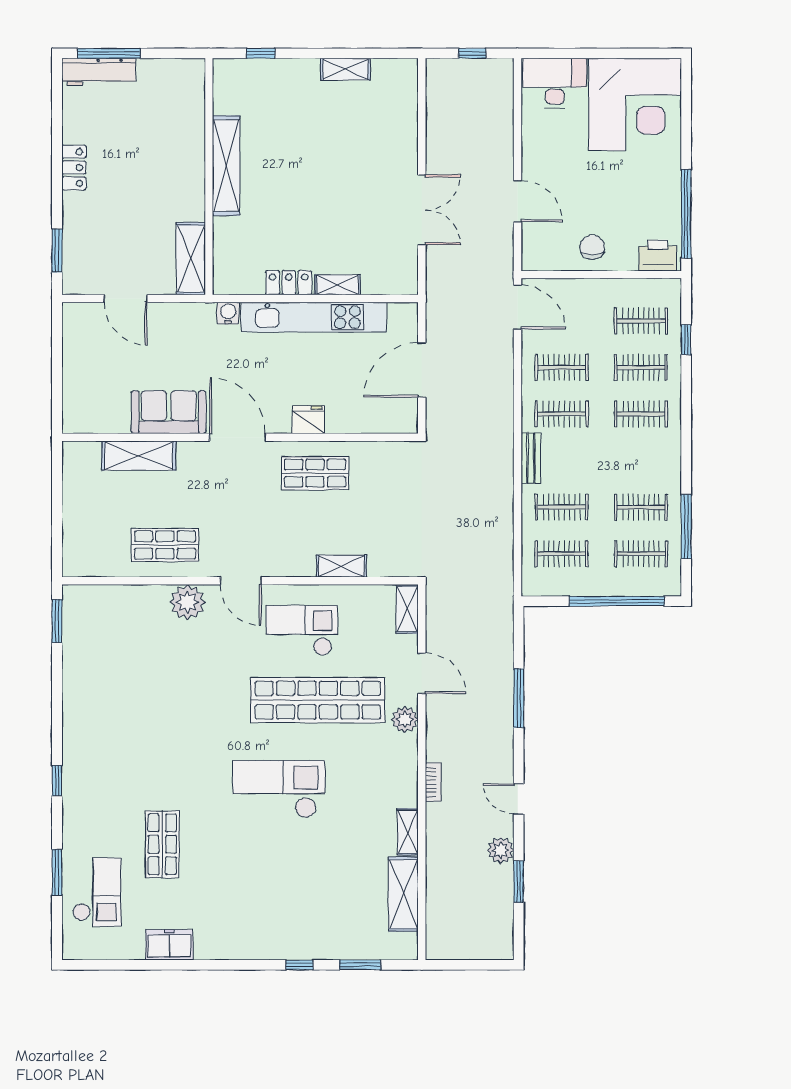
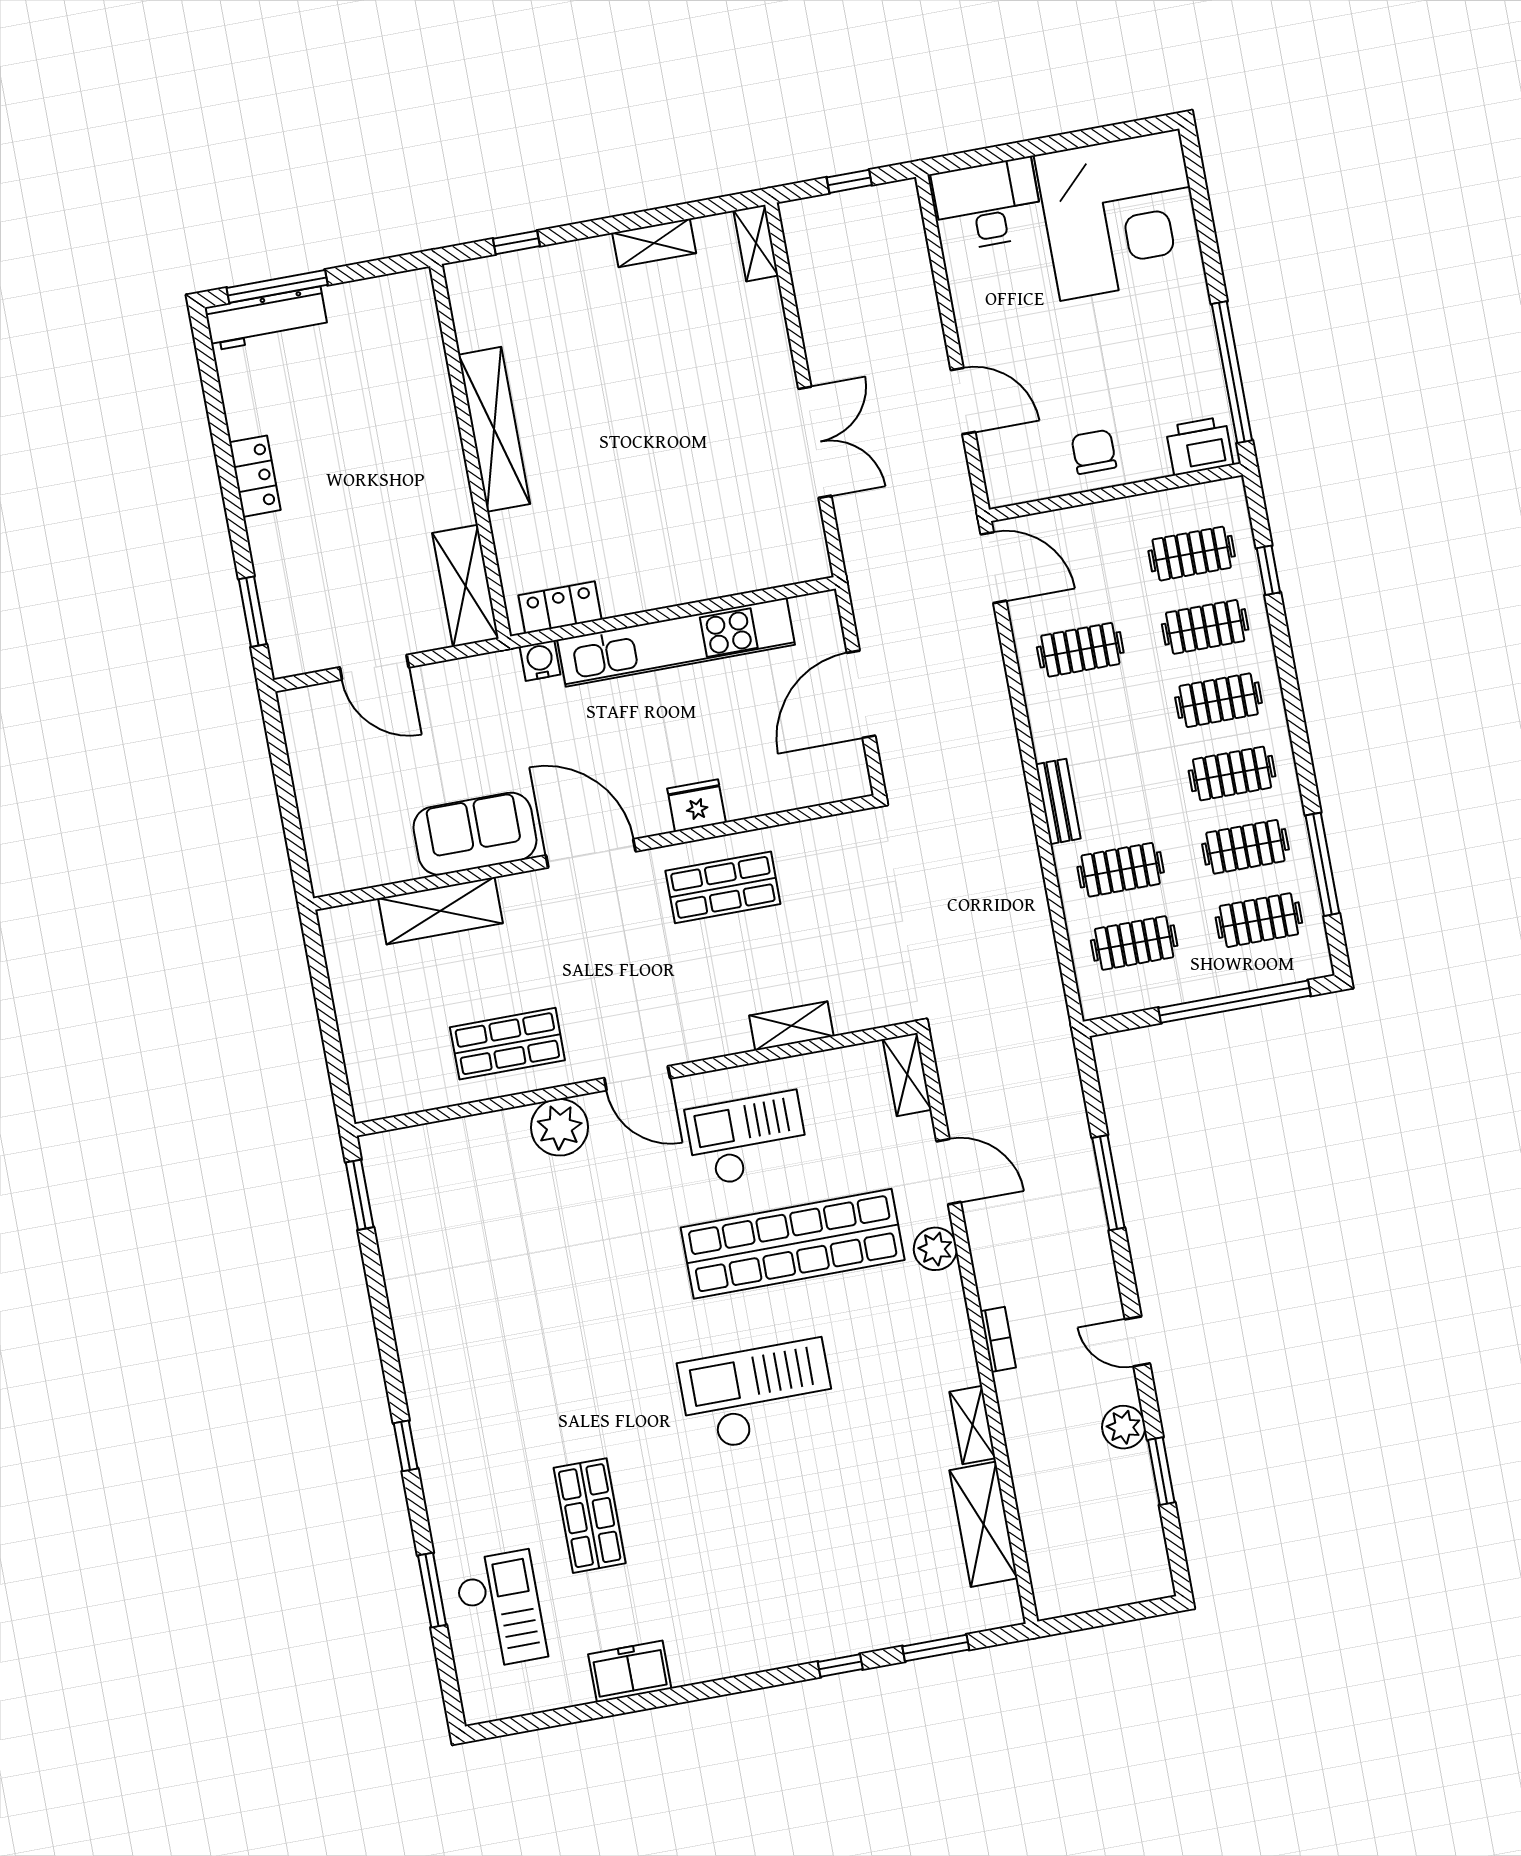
locker: (289, 283) -> (560, 607), moved
shelving: (338, 285) -> (756, 243), moved, turned 90
clothes rail: (562, 414) -> (1232, 774), moved

